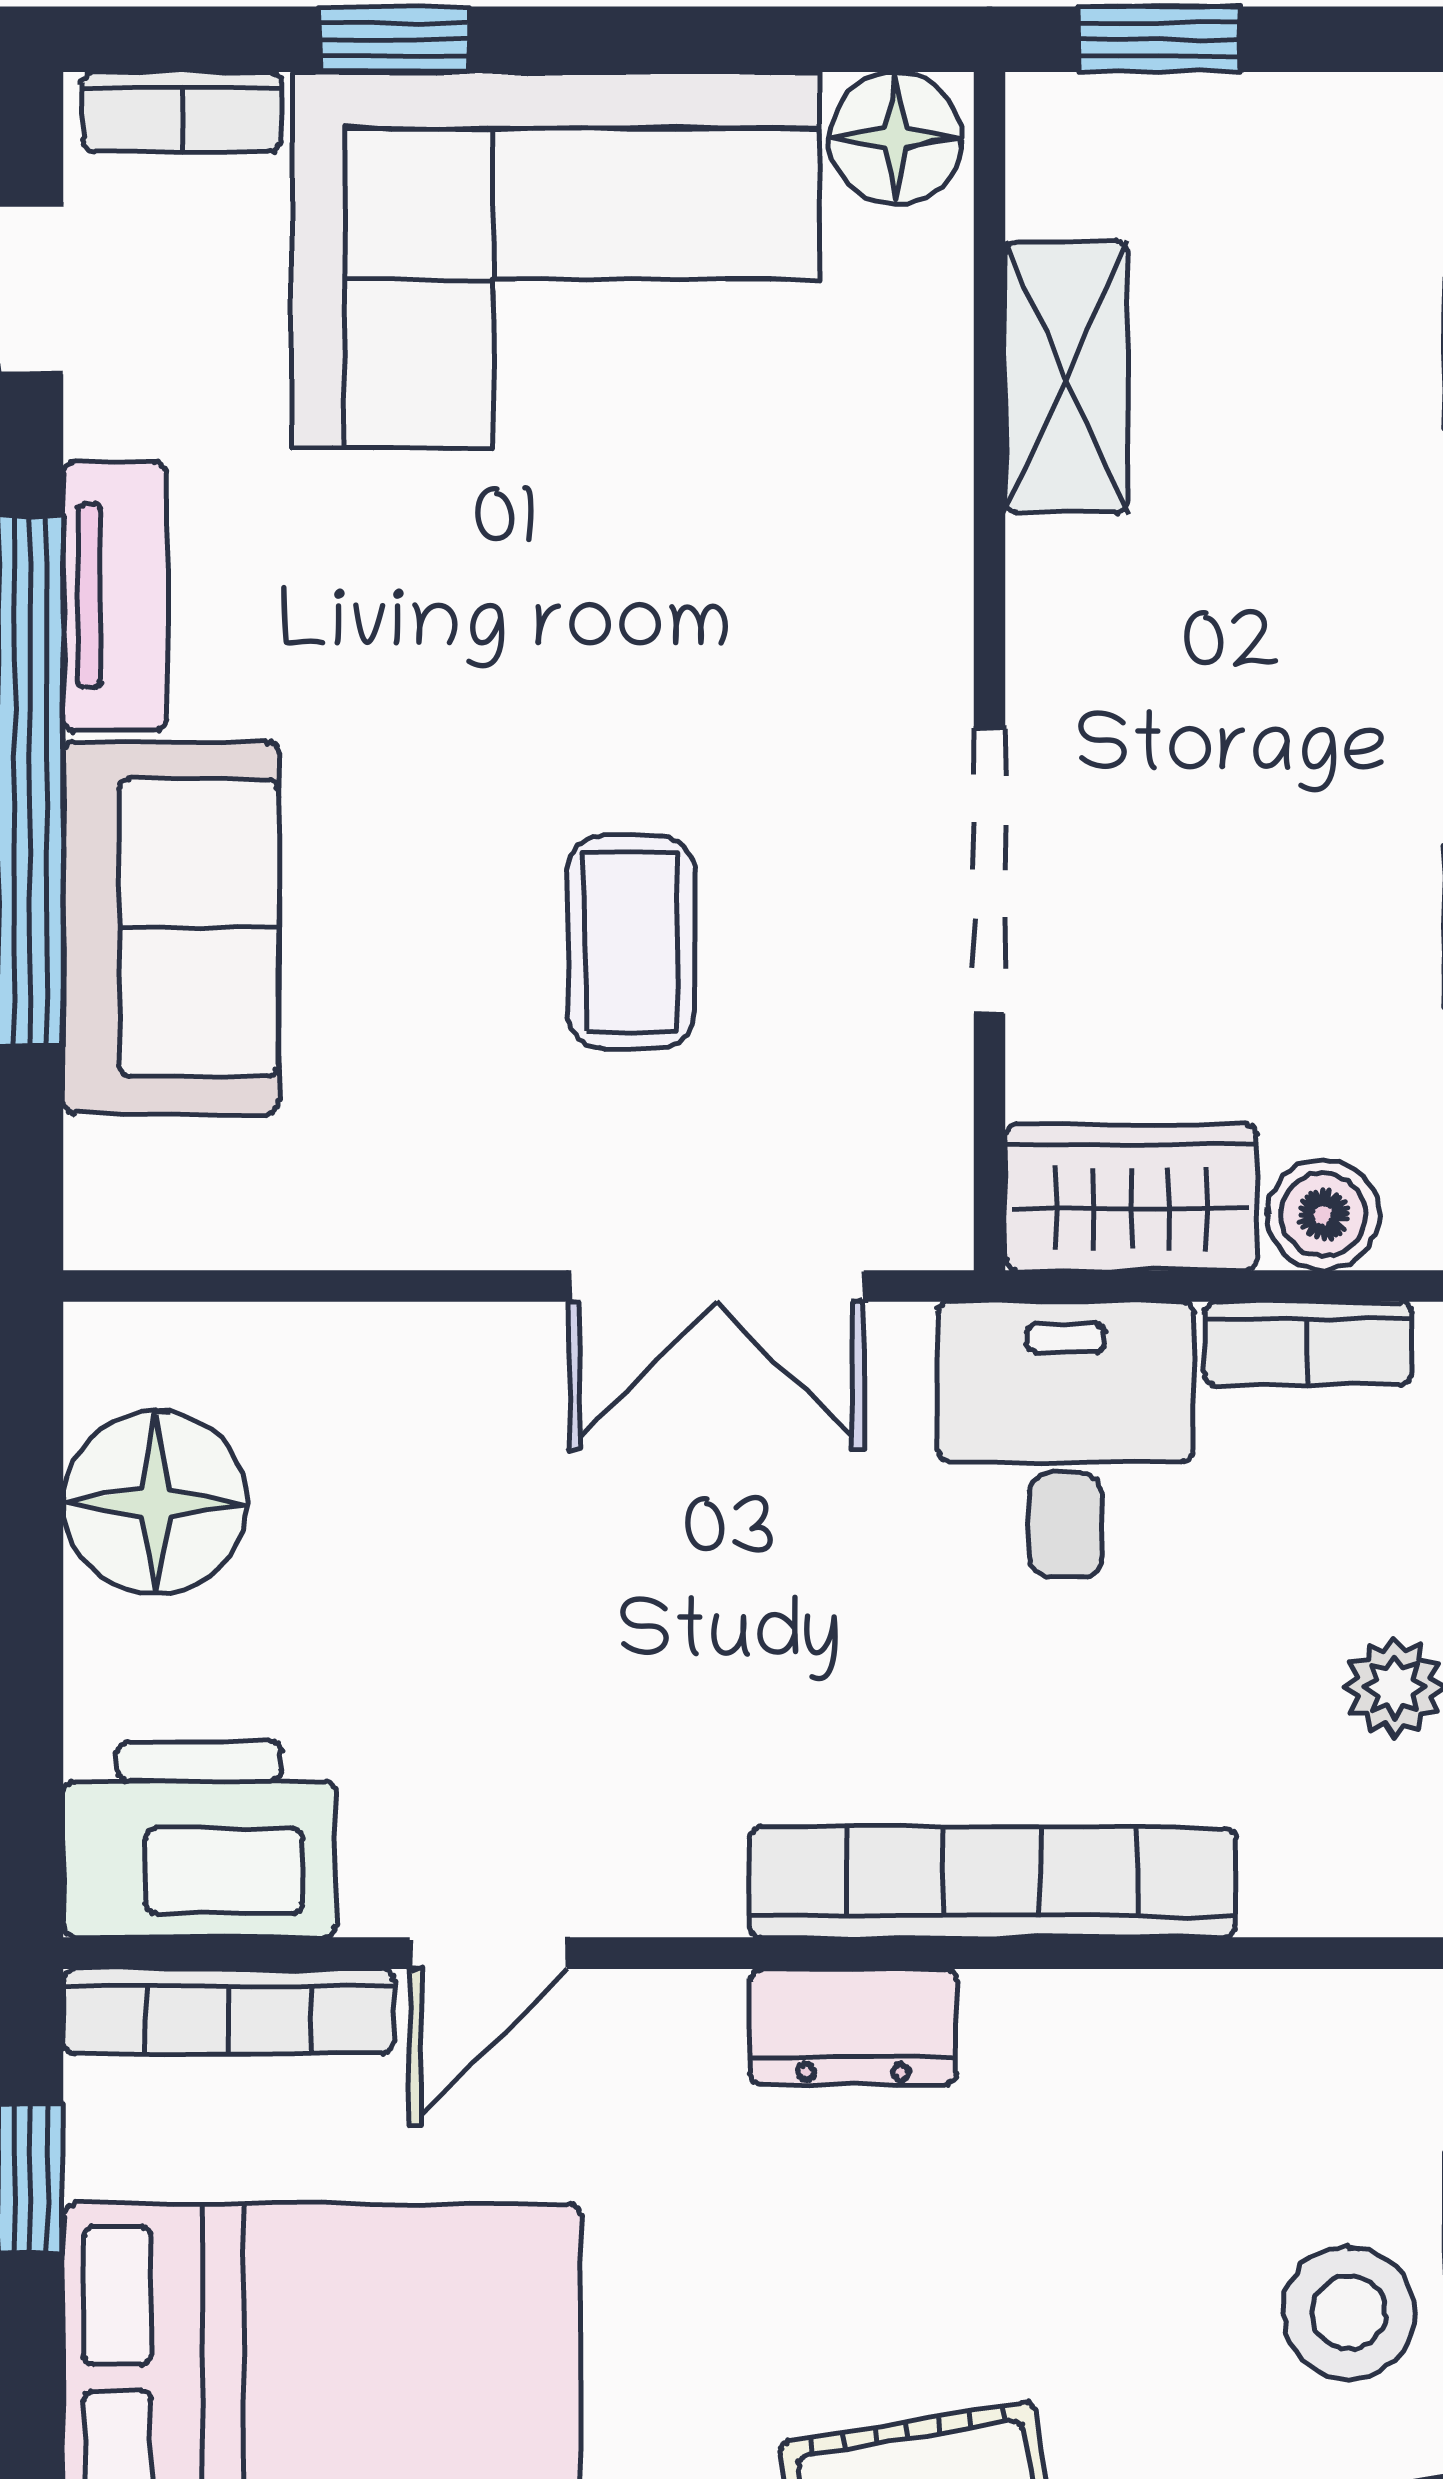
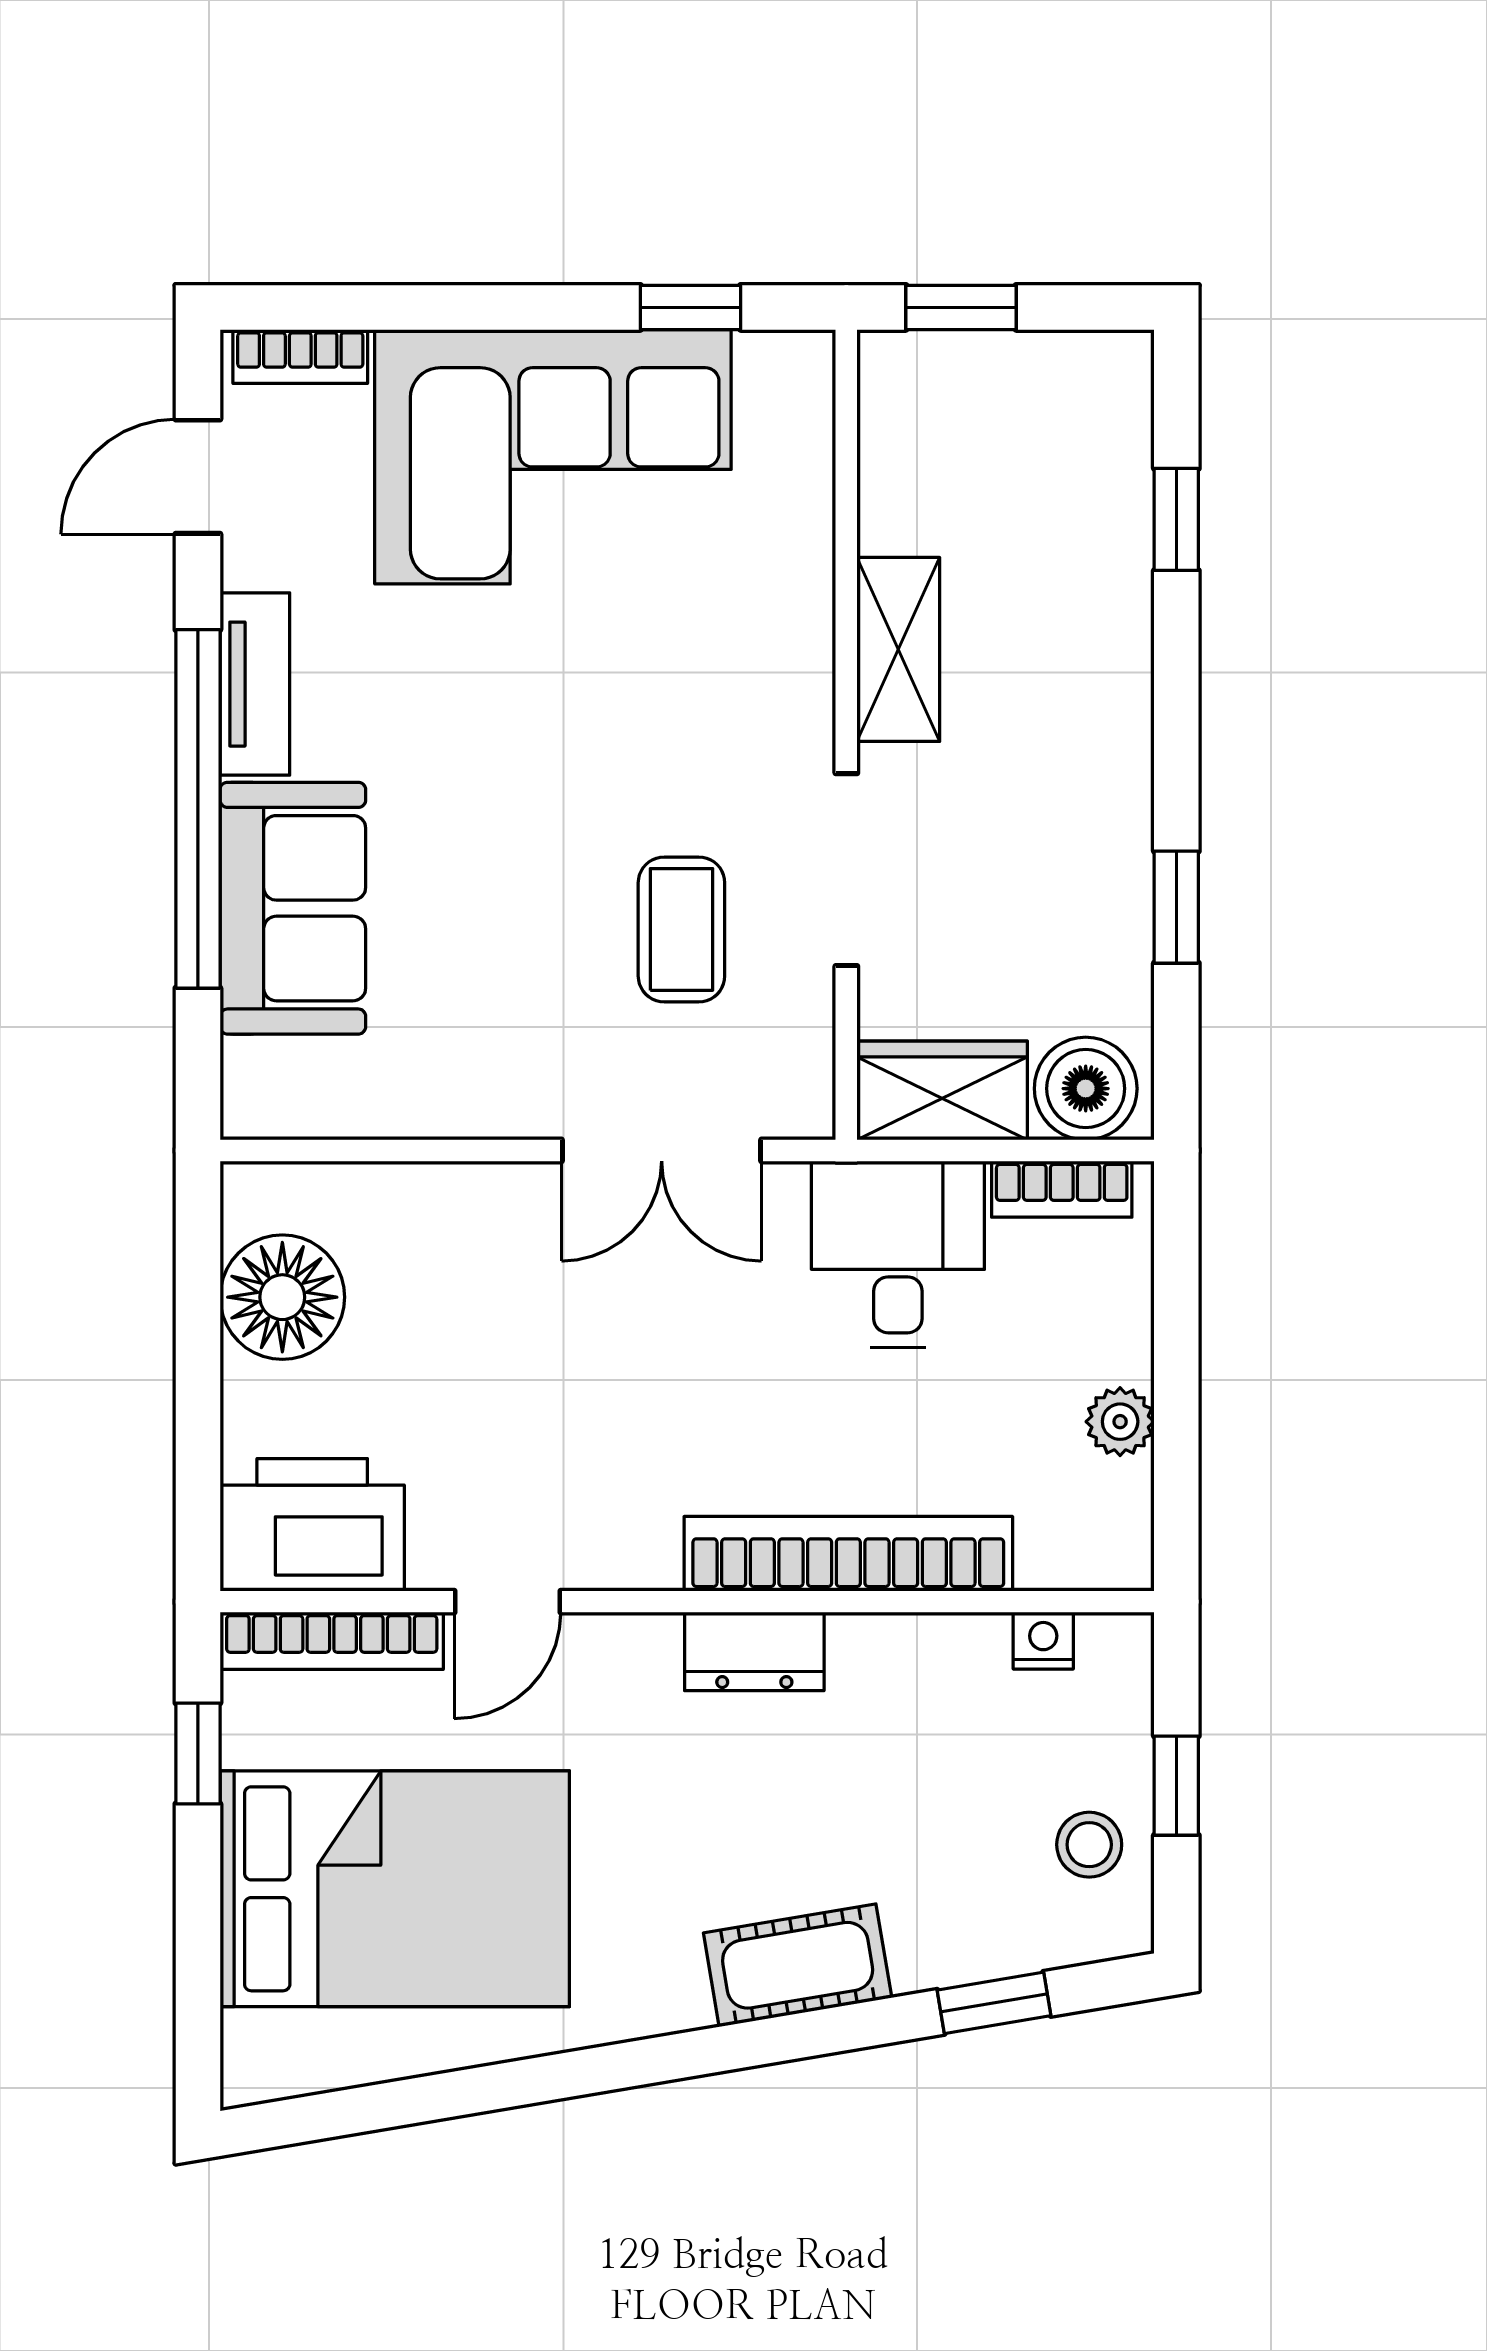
window: (395, 39) -> (690, 307), moved
floor lamp: (896, 138) -> (783, 374), removed
shelving: (1066, 377) -> (898, 649), moved
coffee table: (631, 942) -> (681, 929), moved
boiler: (1323, 1215) -> (1086, 1089), width x1.36, depth x1.36
nightstand: (1281, 2011) -> (1043, 1641), added
stool: (1349, 2313) -> (1089, 1845), width x0.73, depth x0.73

